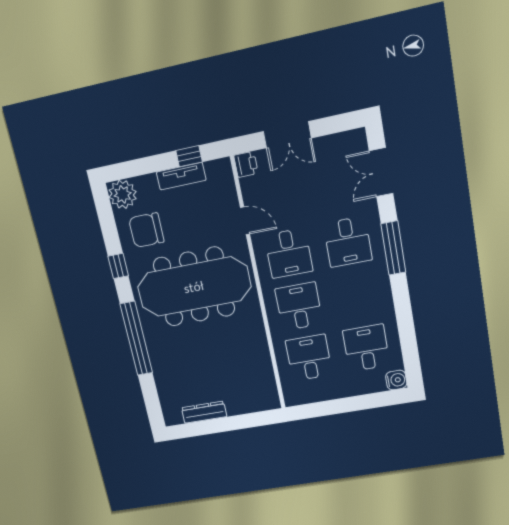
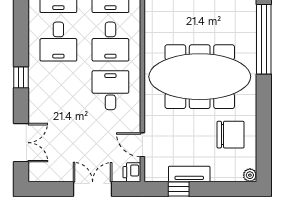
plant: (123, 194) -> (250, 175), width x0.53, depth x0.53
door: (245, 221) -> (142, 145), moved
desk: (348, 242) -> (58, 42), moved, turned 180
window: (393, 248) -> (21, 77), width x0.46
window: (118, 266) -> (264, 108), removed

